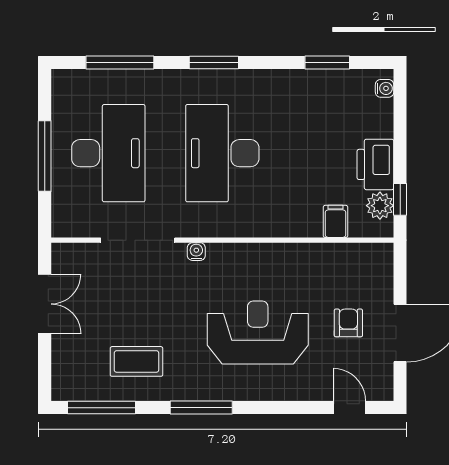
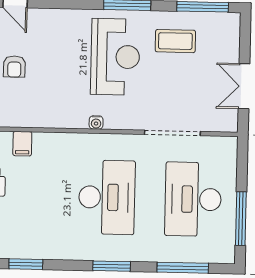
window: (45, 156) -> (241, 219), moved
water cooler: (196, 252) -> (96, 122), moved
reception desk: (258, 332) -> (115, 57), moved, turned -90

